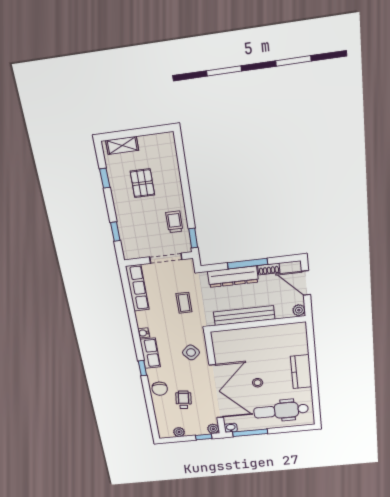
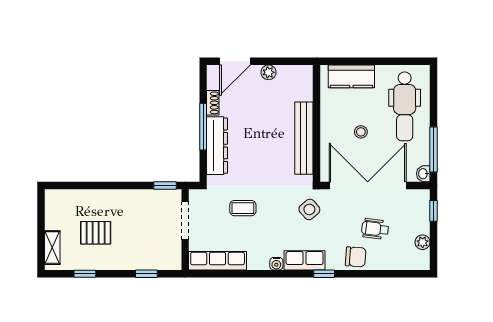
trolley: (174, 222) -> (143, 204), removed
bench: (244, 316) -> (304, 138), moved
wall: (258, 324) -> (317, 123), moved
plant: (213, 429) -> (422, 197), removed

